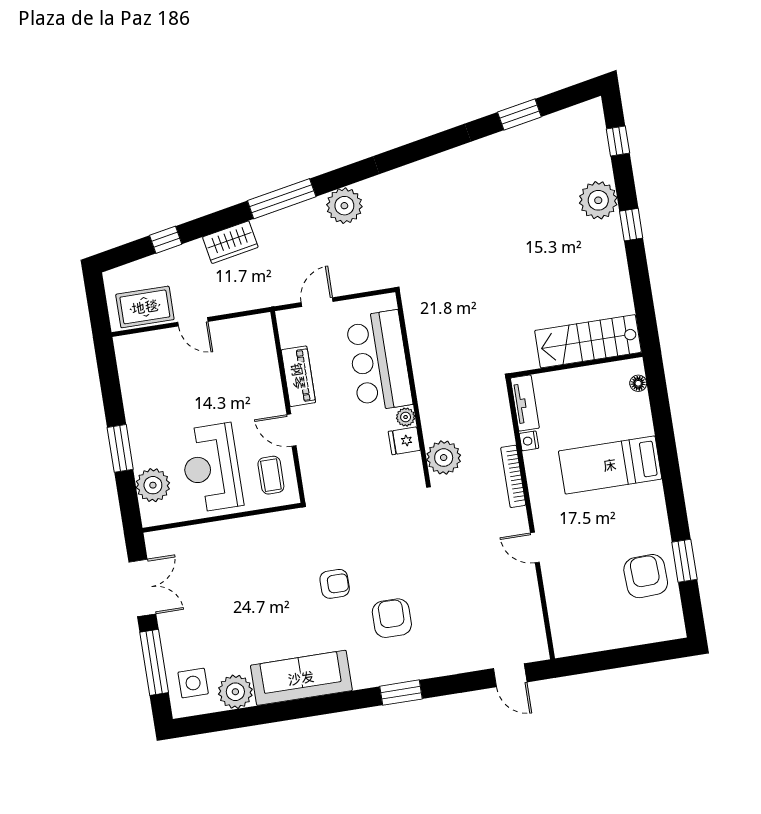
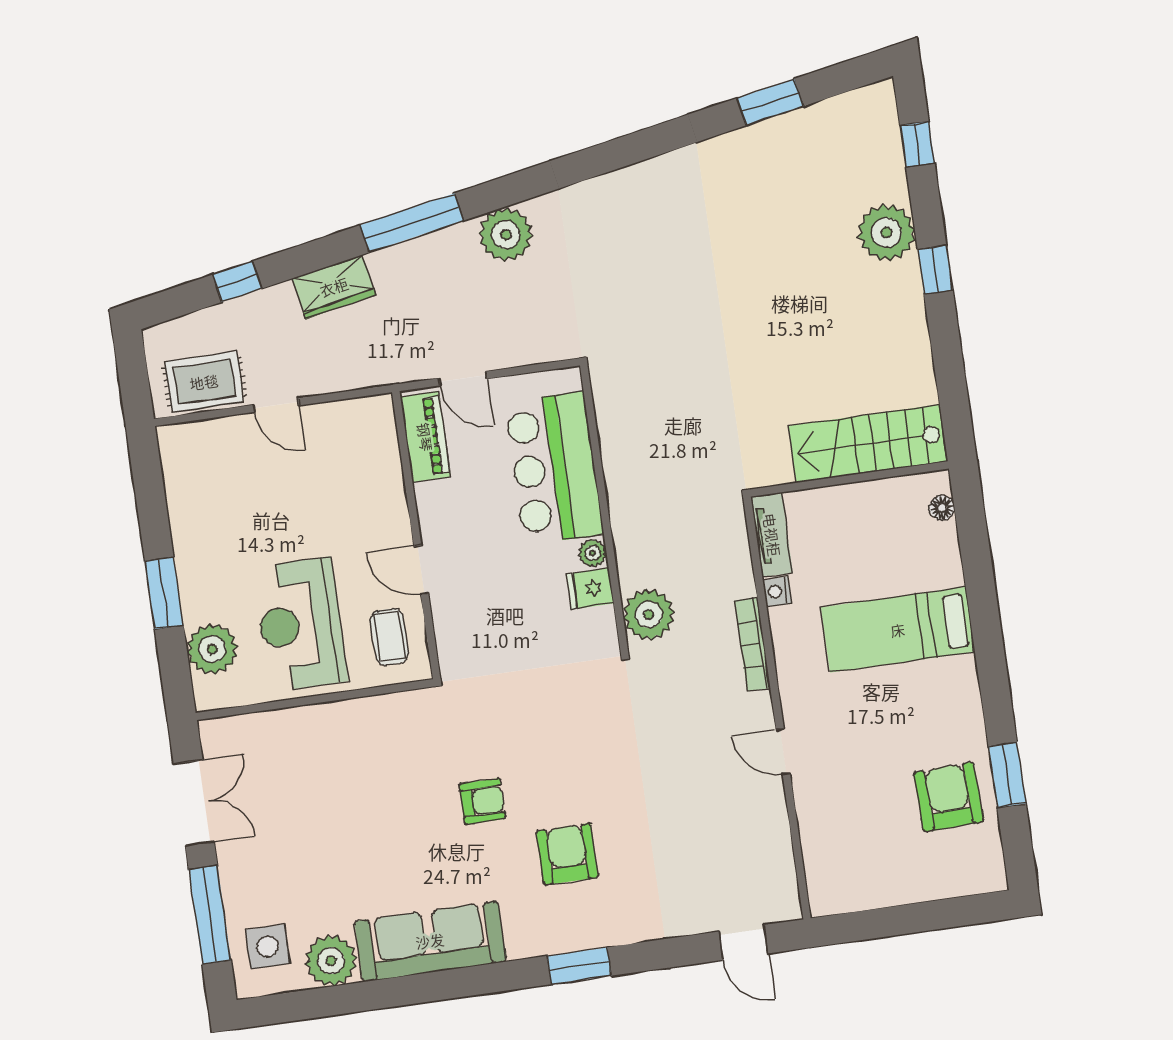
door: (317, 302) -> (463, 379), swing flipped
piano: (298, 376) -> (425, 437), moved

